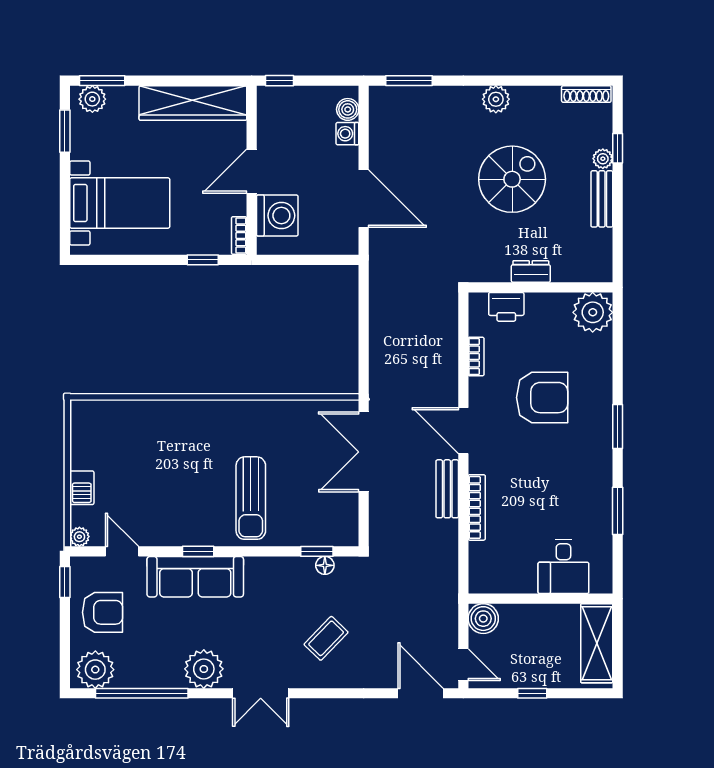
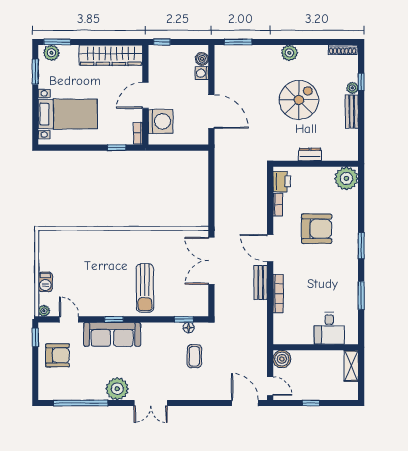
printer: (506, 307) -> (282, 182), moved, turned -90
coffee table: (326, 638) -> (194, 356), moved, turned -44
shelving: (597, 643) -> (351, 366), width x0.67, depth x0.75
plant: (95, 670) -> (53, 389), removed

